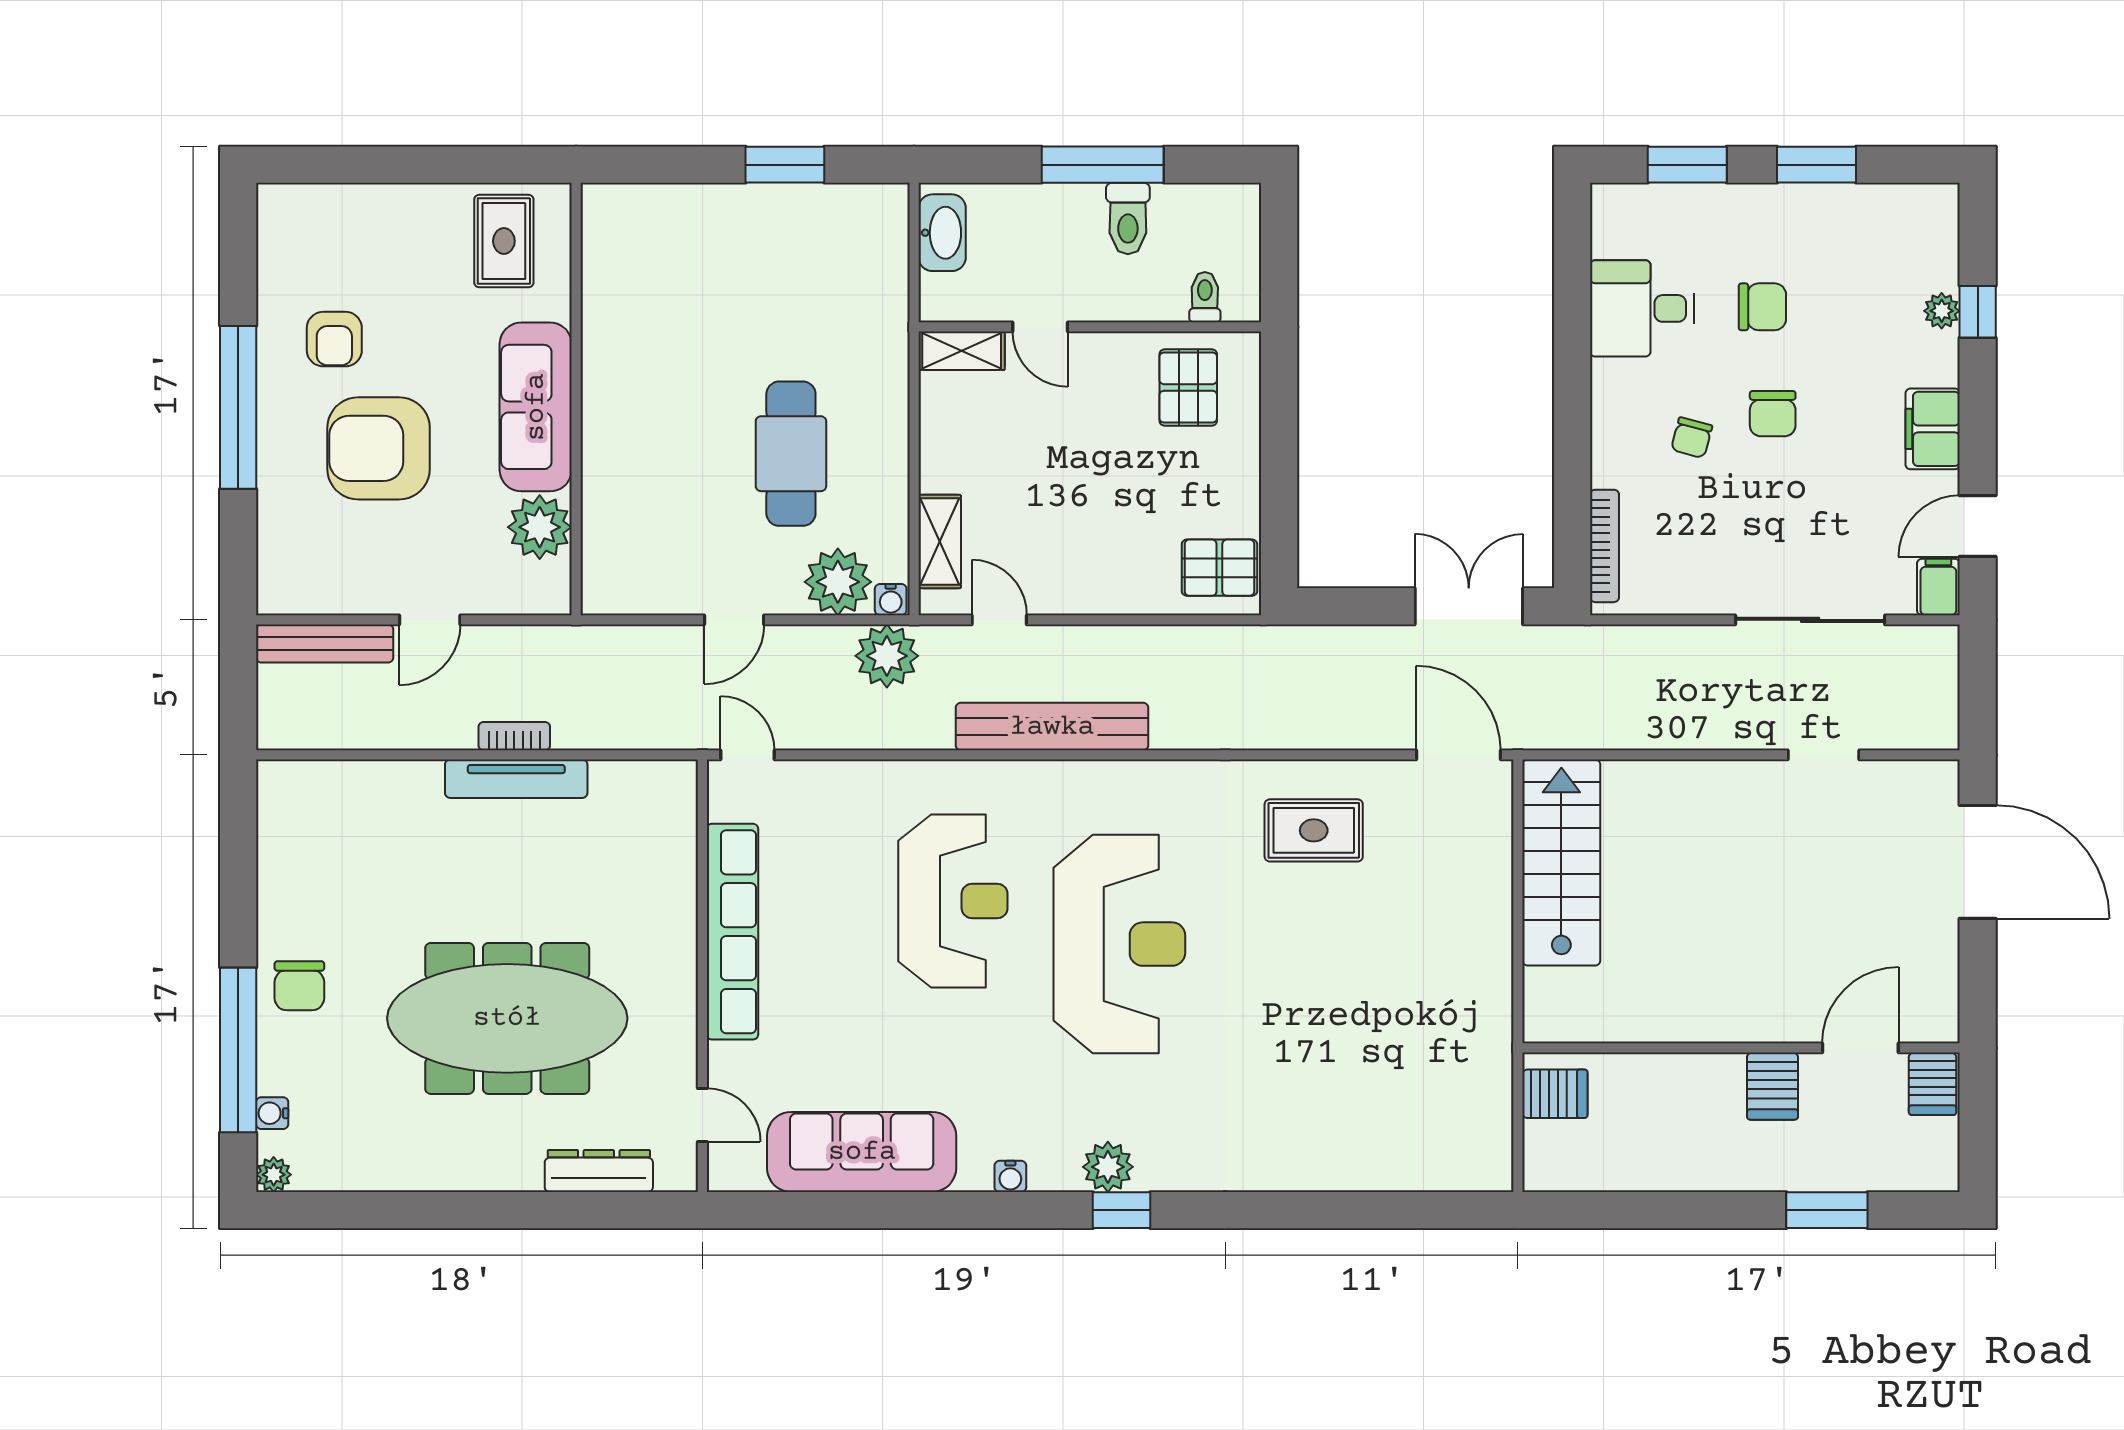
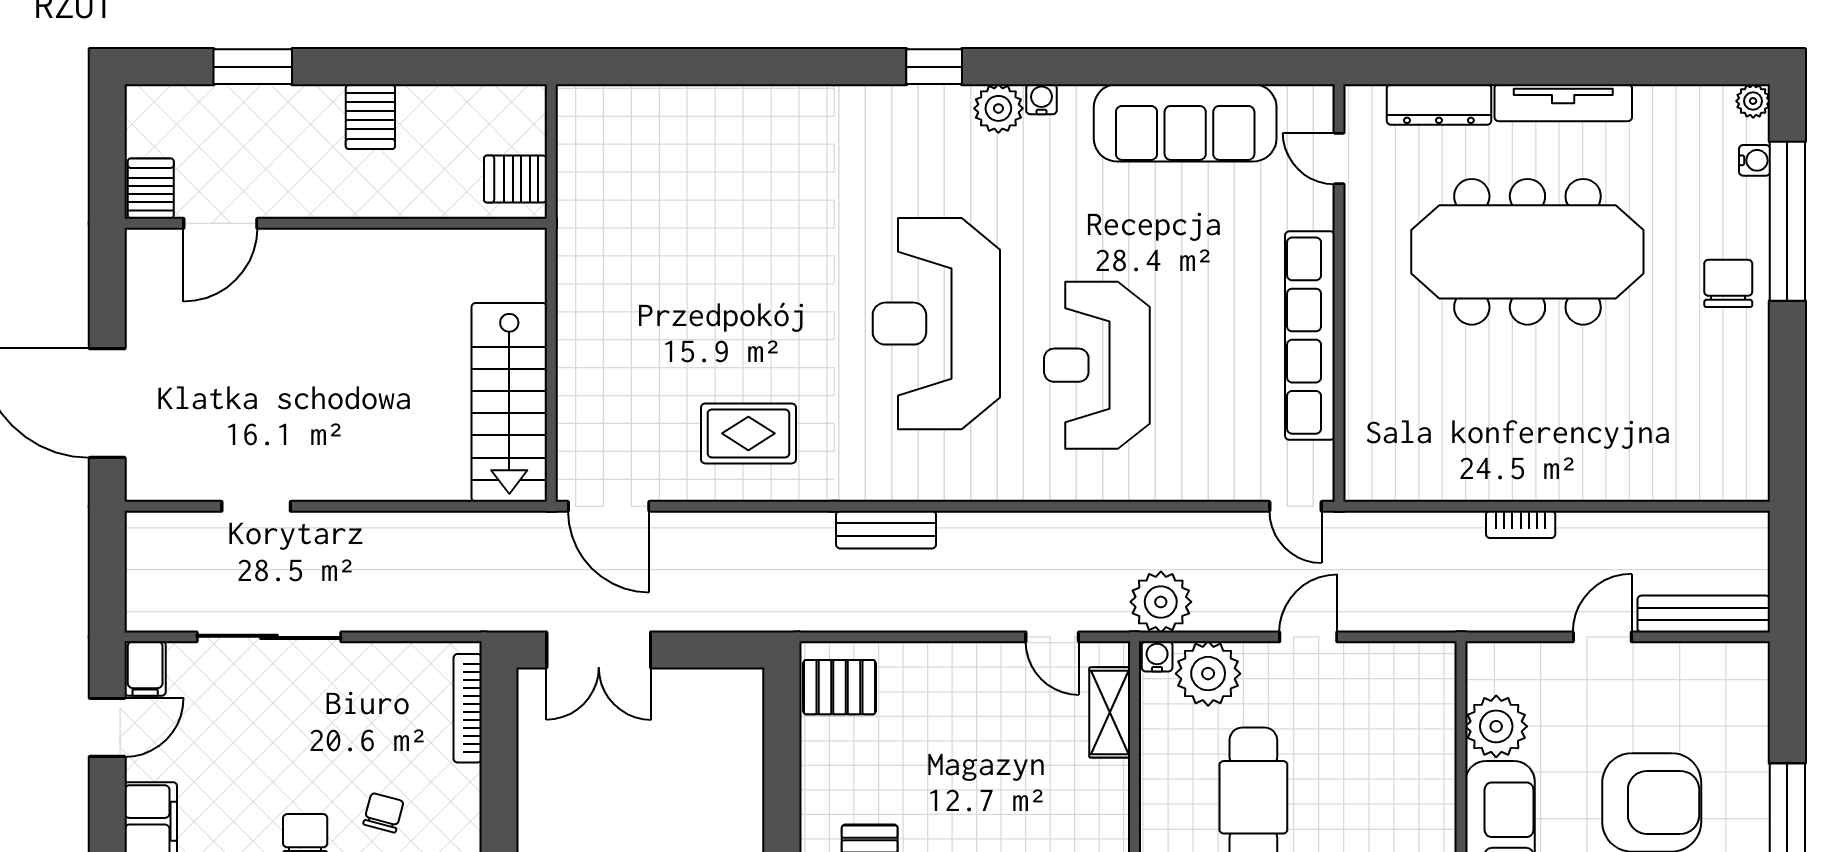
bench: (1052, 727) -> (886, 530), moved, width x0.54, depth x0.82
tv unit: (516, 779) -> (1563, 103), moved, turned 180
server rack: (1773, 1086) -> (370, 117), moved, turned 180
plant: (1108, 1167) -> (998, 108), moved

